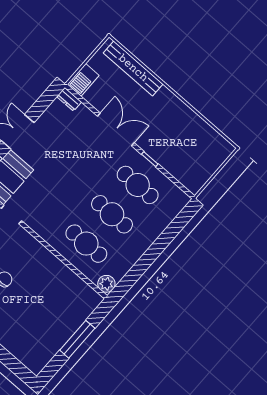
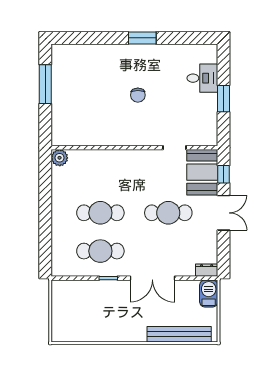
cafe table: (86, 244) -> (168, 213), moved
window: (77, 339) -> (45, 84), moved

